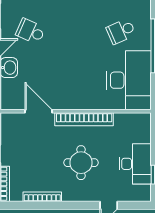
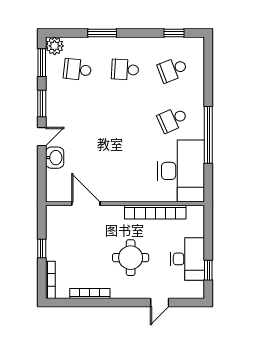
school desk: (31, 31) -> (77, 119), removed
bookcase: (84, 119) -> (155, 212), moved

